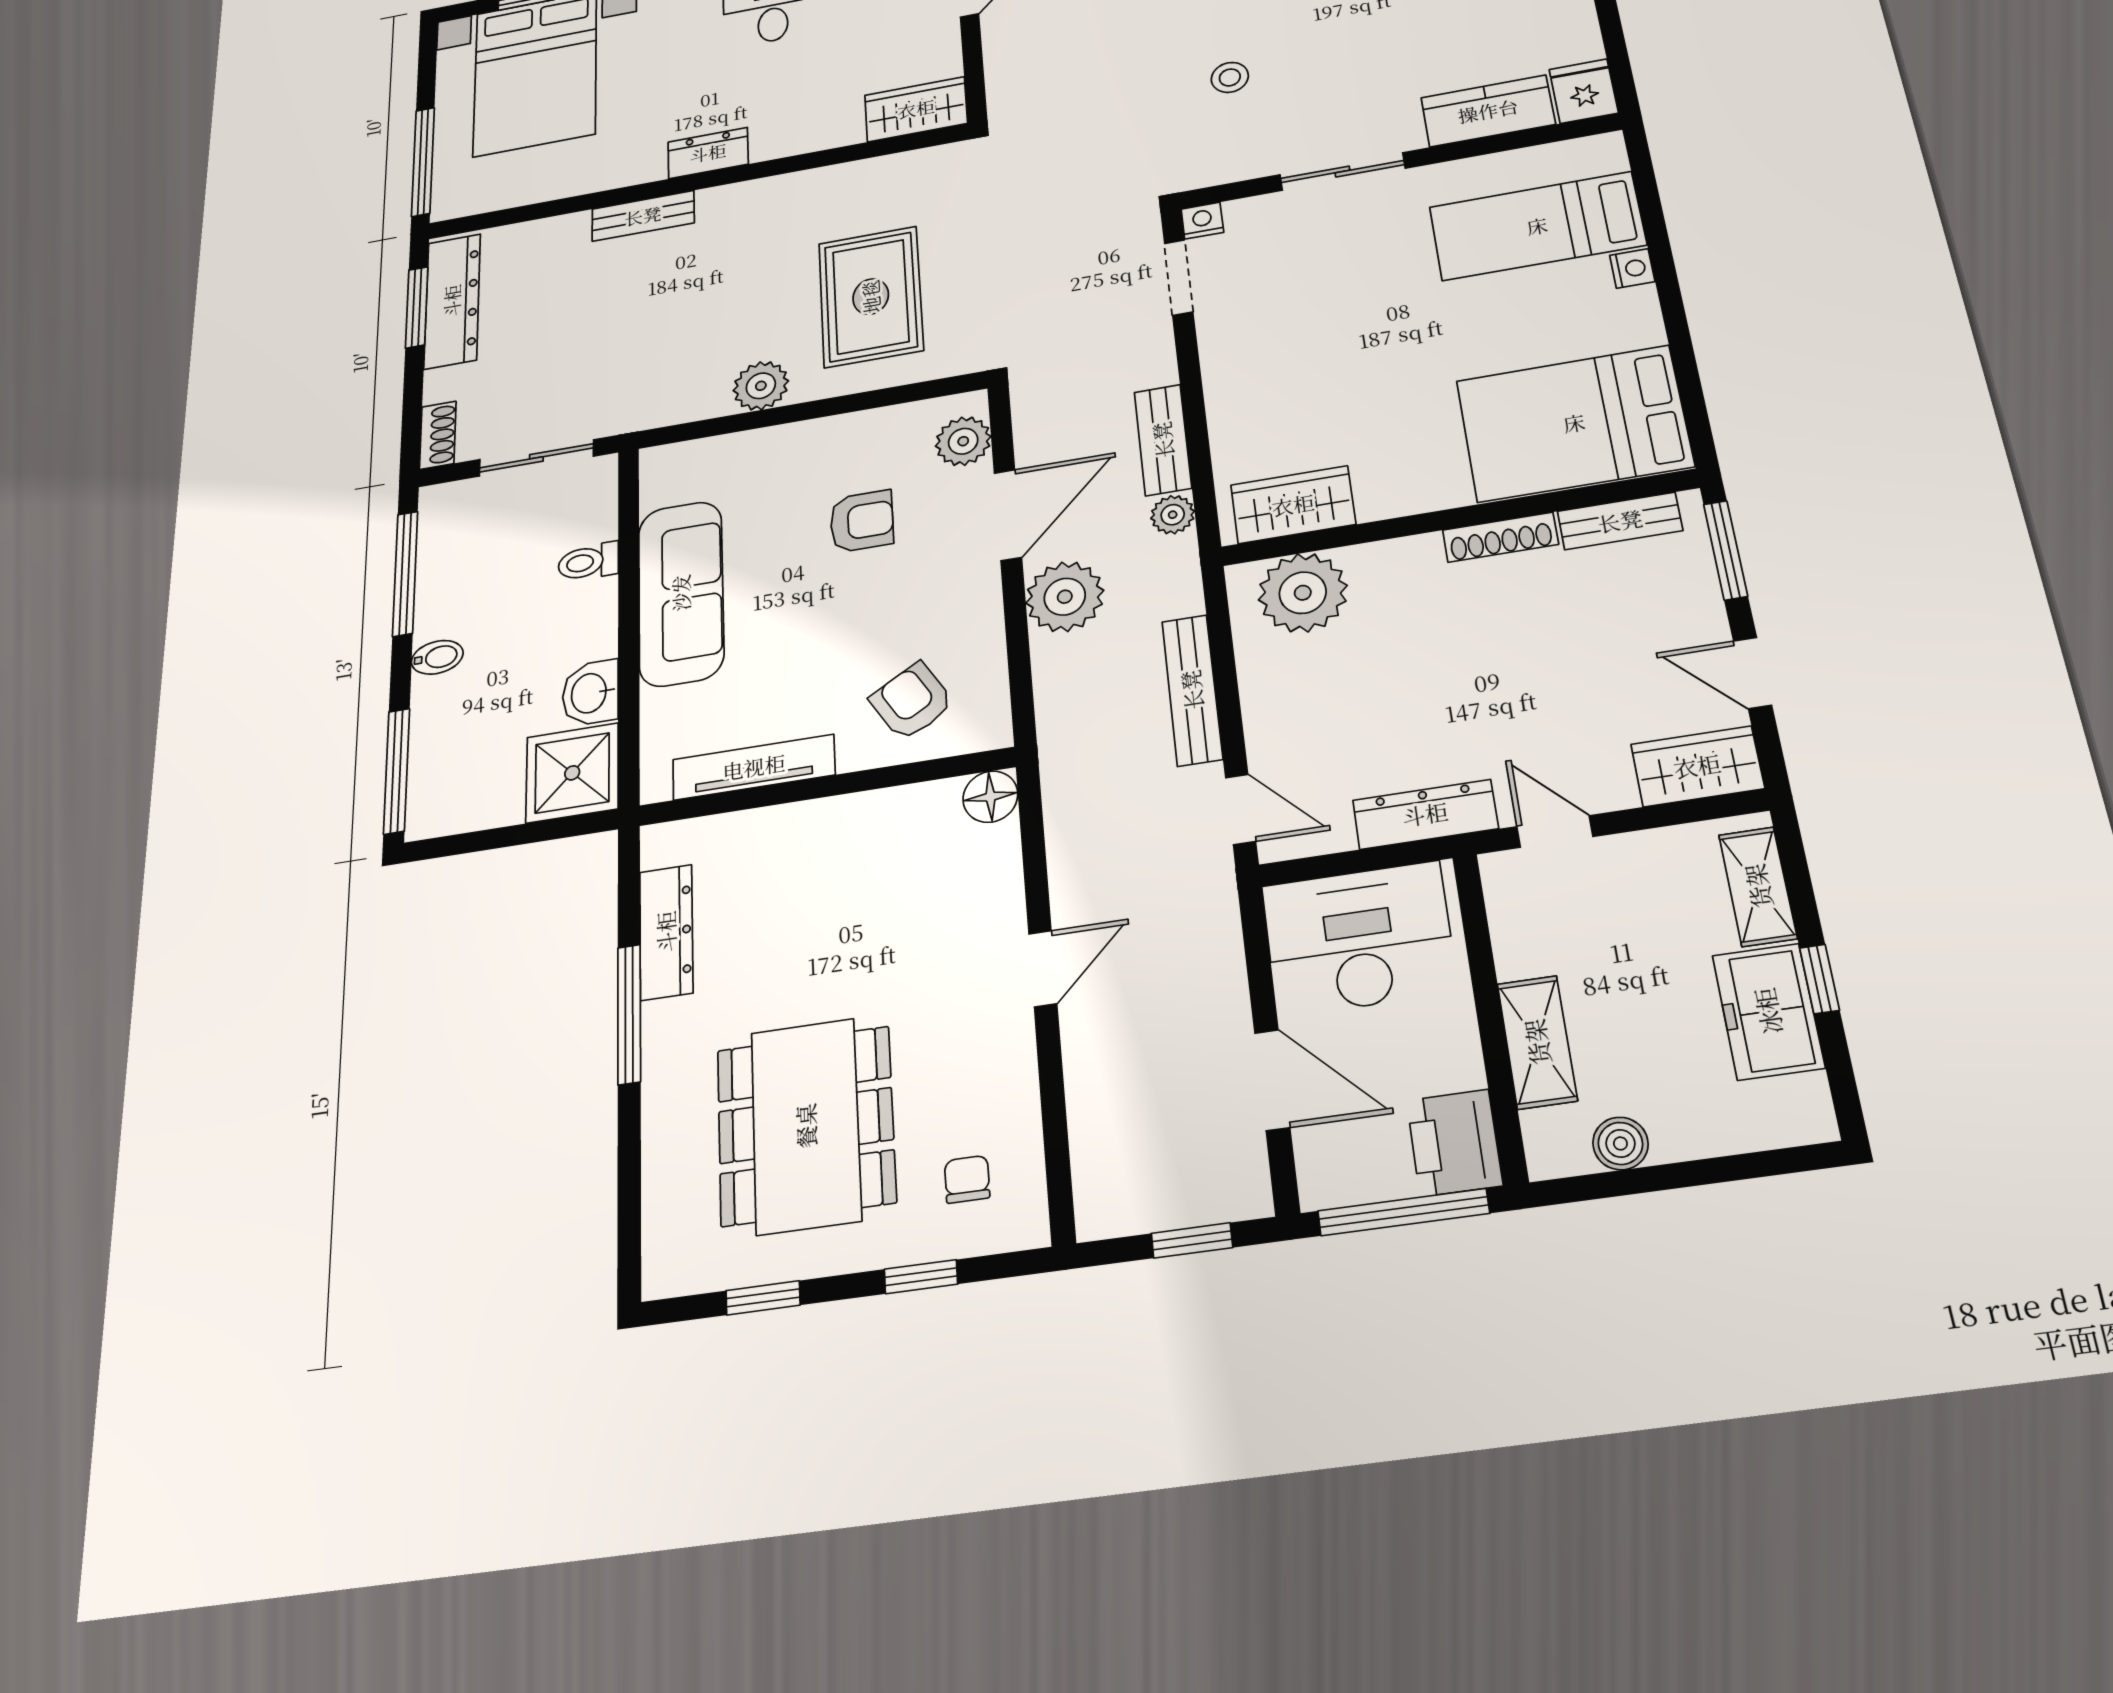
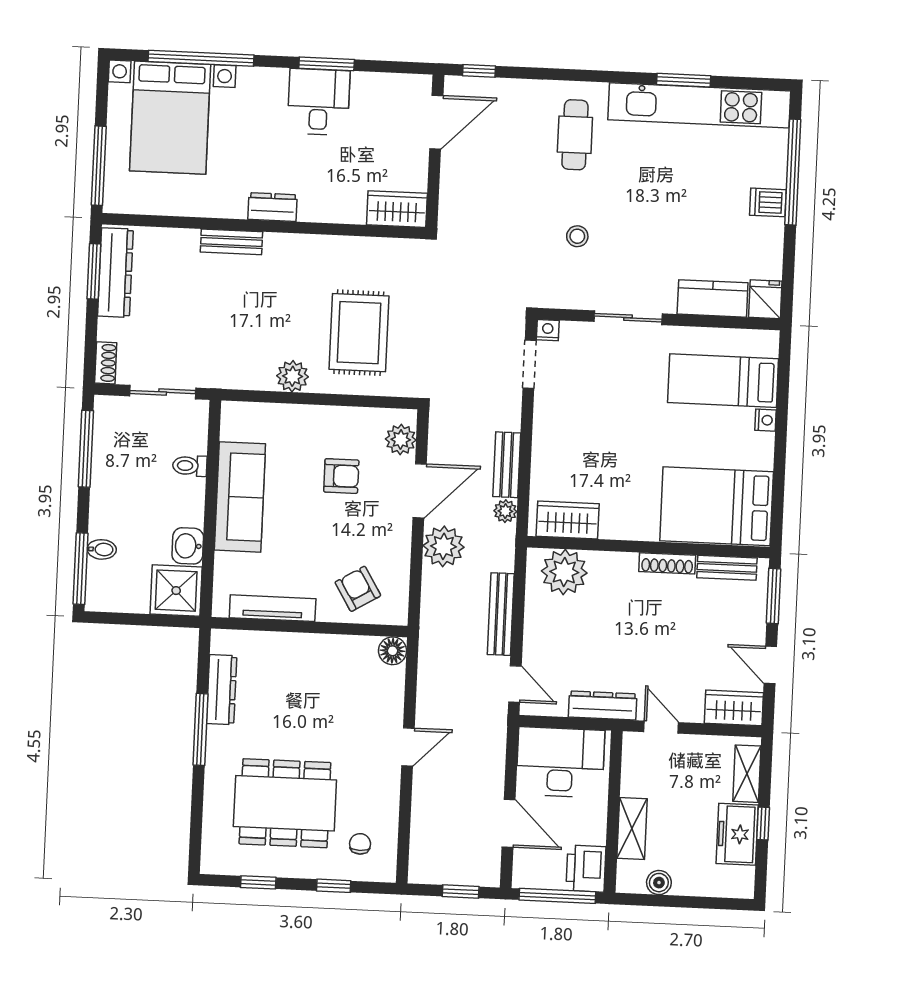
bidet: (437, 657) -> (102, 549), moved
dining table: (806, 1126) -> (285, 803), turned 90

